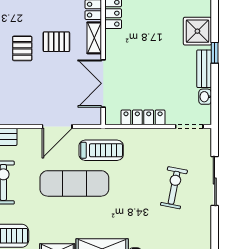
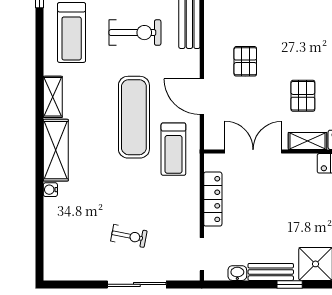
pallet: (22, 48) -> (245, 61), moved, turned 90
exercise bike: (174, 188) -> (129, 236), width x0.73, depth x0.72

